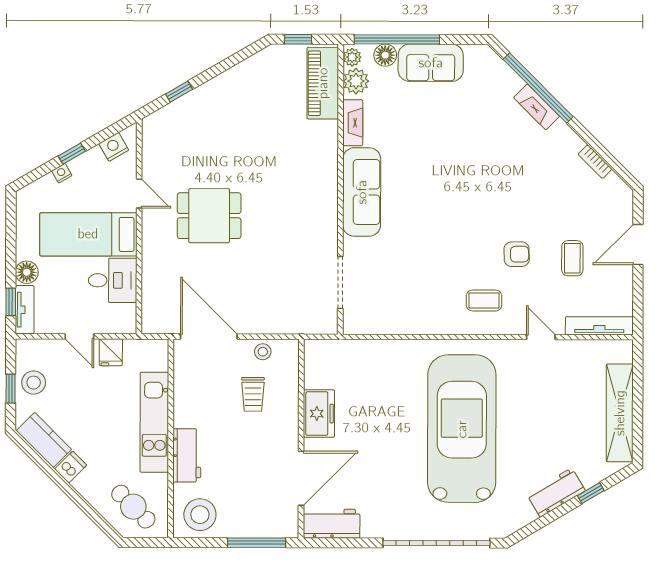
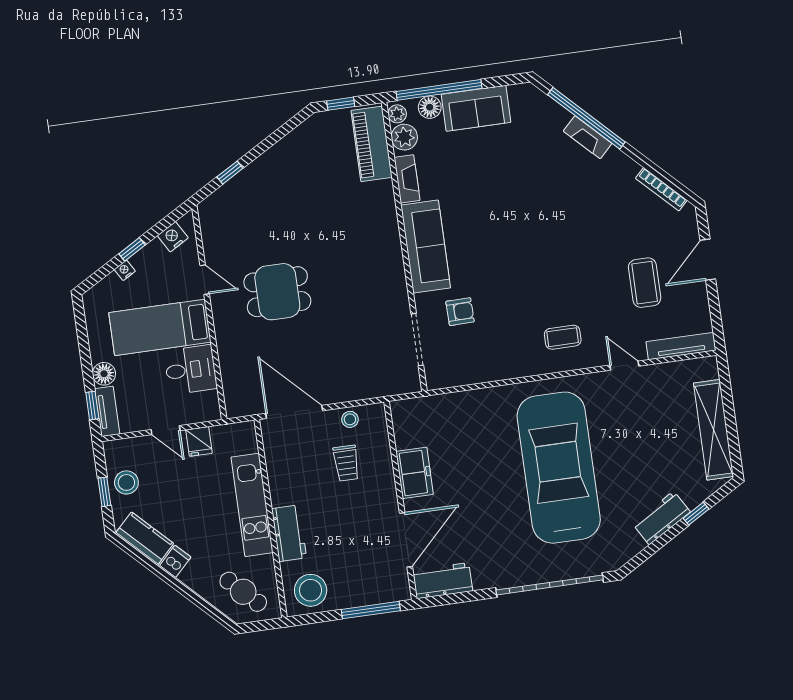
bookcase: (595, 162) -> (661, 189), width x1.56
armchair: (517, 254) -> (460, 312), moved
coffee table: (572, 258) -> (645, 283), width x1.36, depth x1.30

